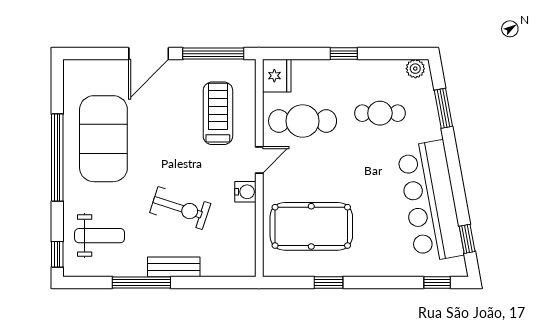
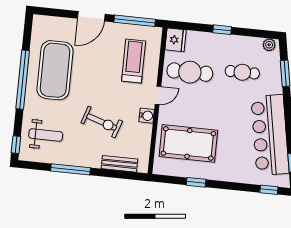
bench: (174, 267) -> (119, 164), moved

